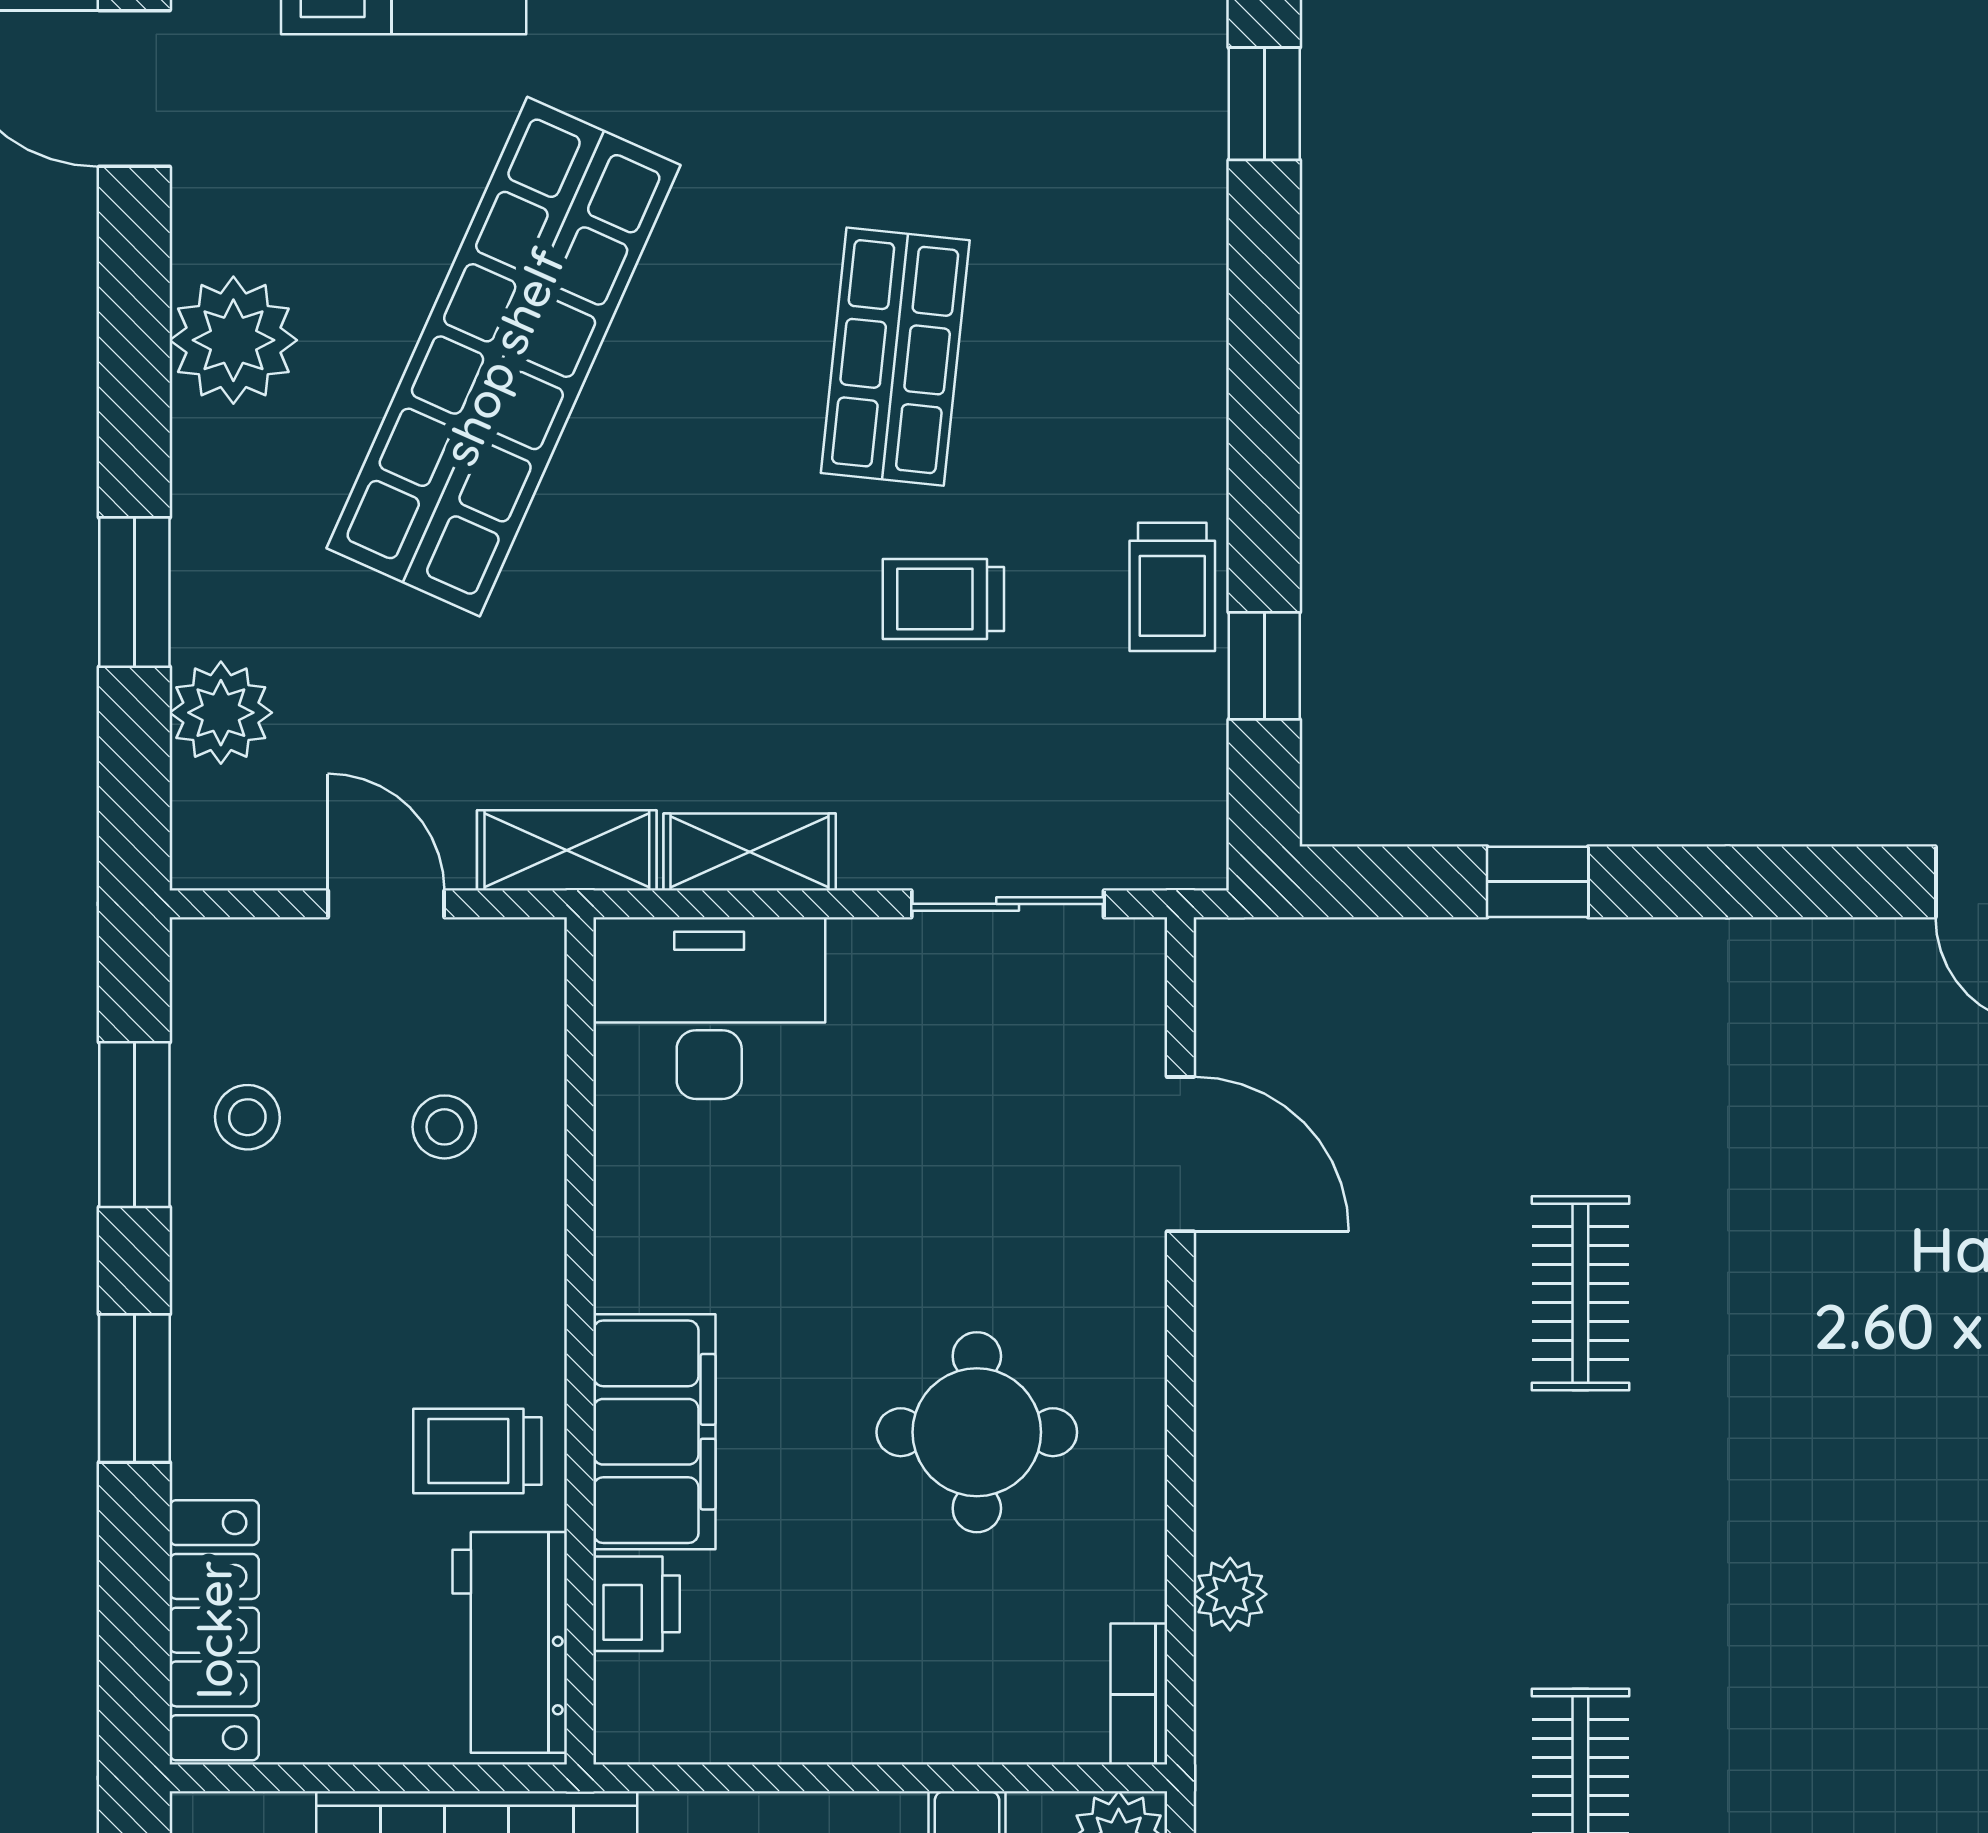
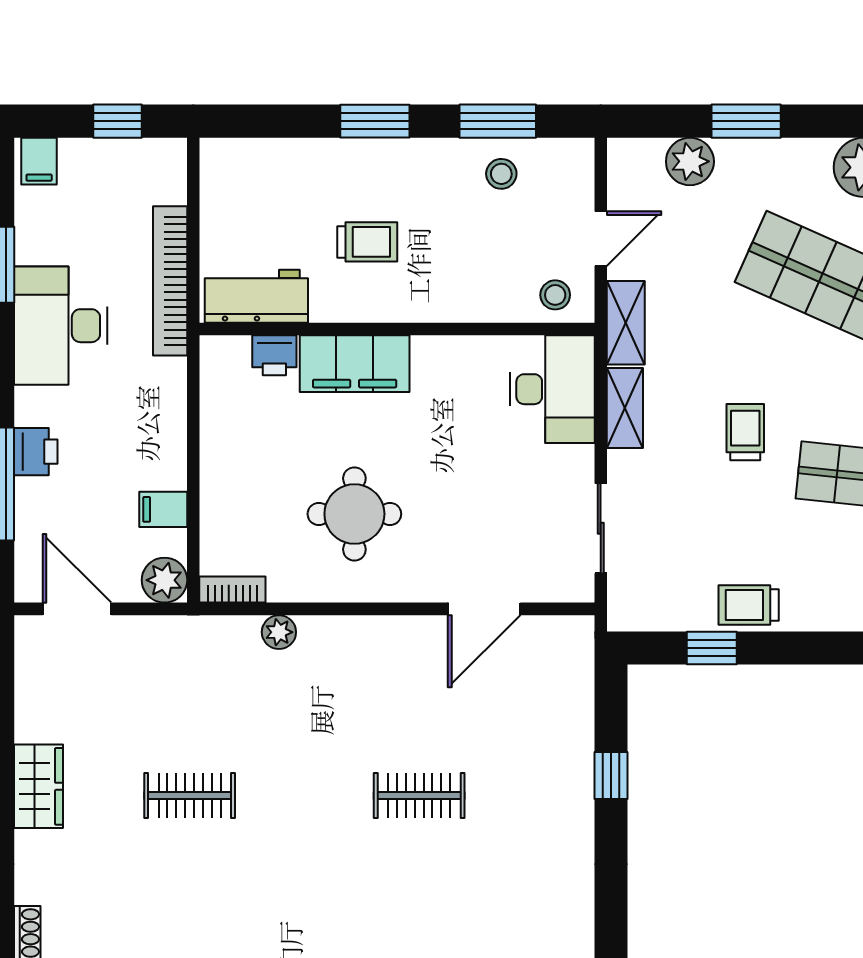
trolley: (943, 599) -> (745, 432), moved
stool: (444, 1127) -> (555, 295), moved
trolley: (477, 1451) -> (367, 242), moved, turned 90
locker: (214, 1630) -> (262, 158), removed

